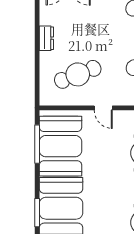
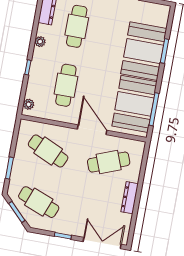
dresser: (46, 38) -> (130, 198), width x1.44
door: (103, 108) -> (92, 130), width x1.87

